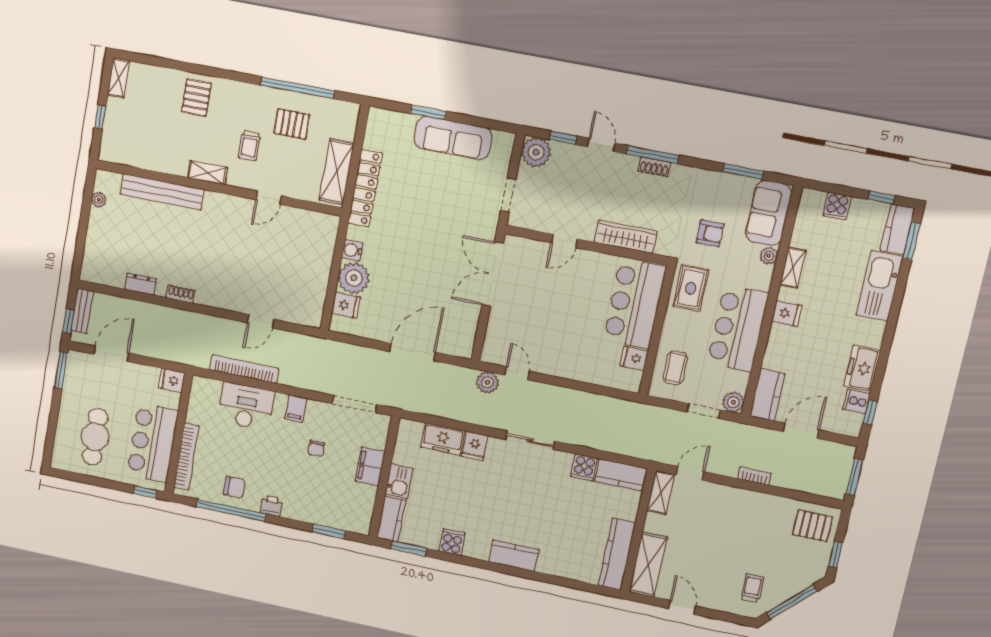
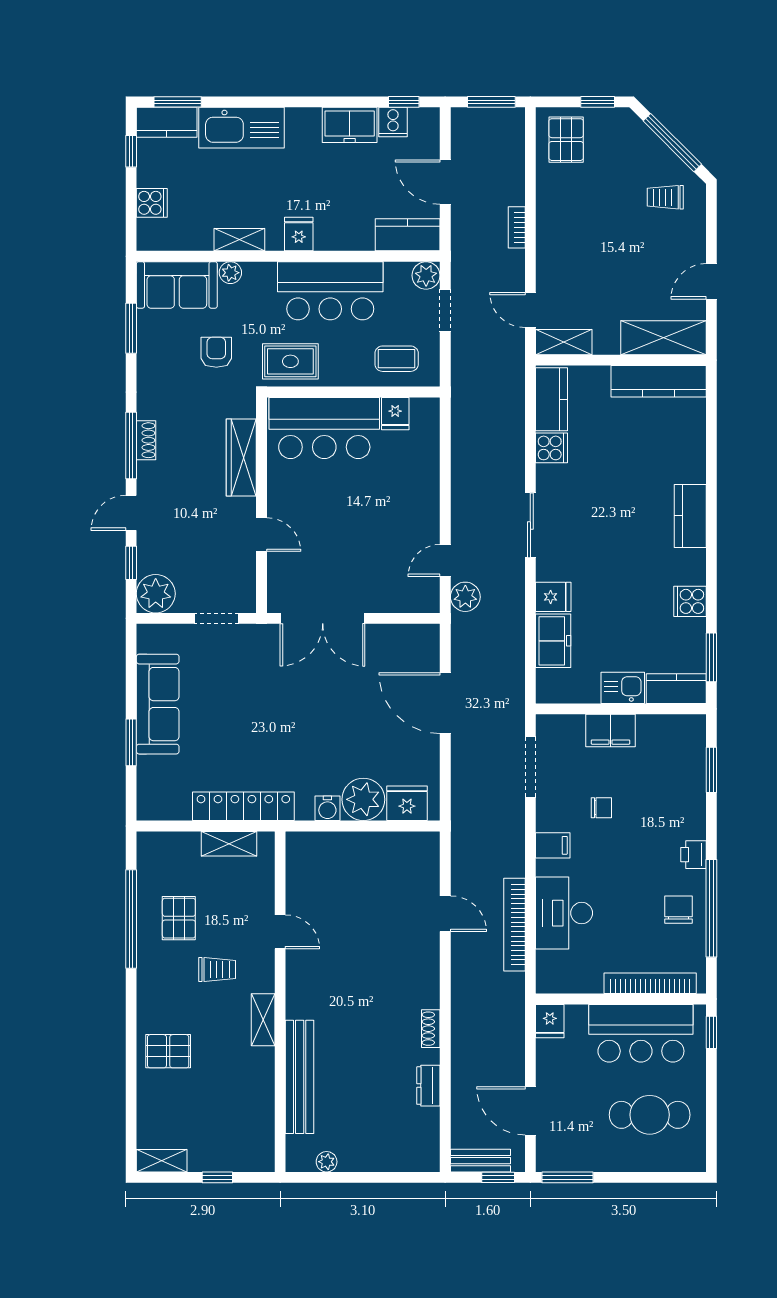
shelving: (337, 172) -> (229, 844), width x0.67, depth x0.75
fridge: (346, 305) -> (407, 803), width x1.38

